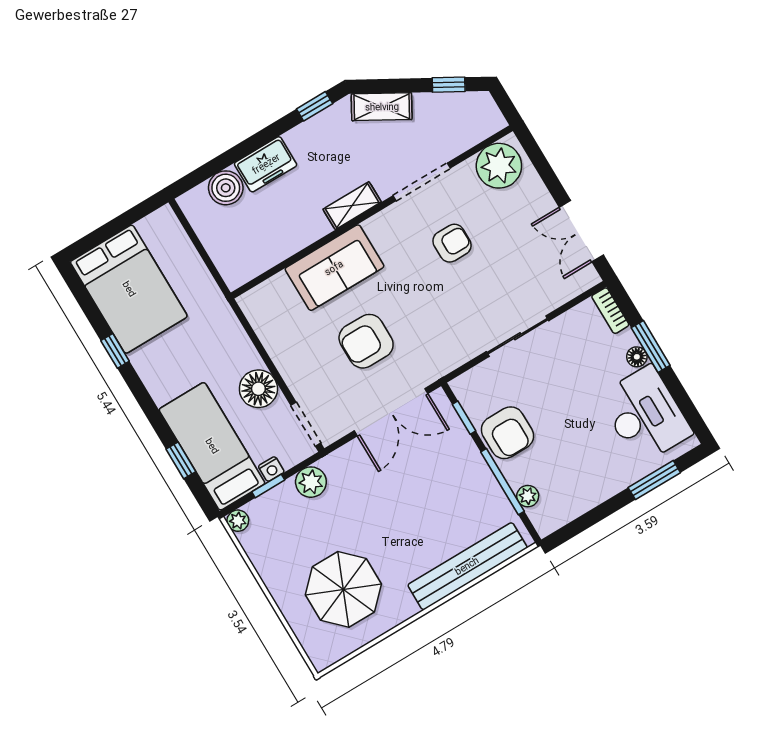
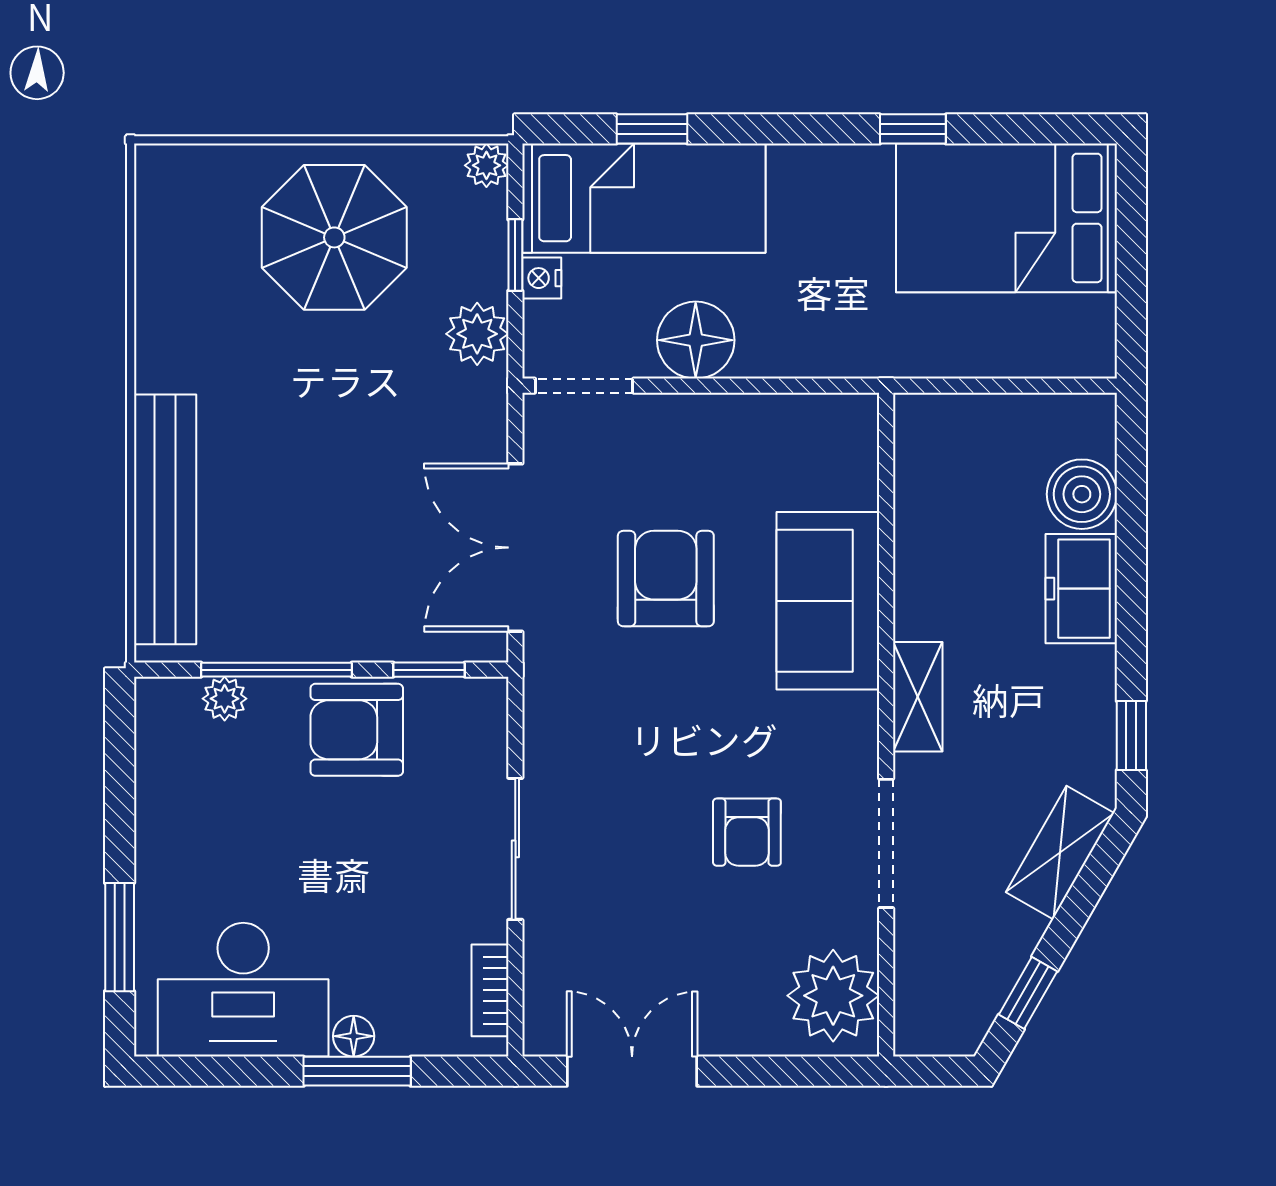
bookcase: (610, 311) -> (490, 990), moved, turned -90
parasol: (343, 589) -> (334, 237), moved

